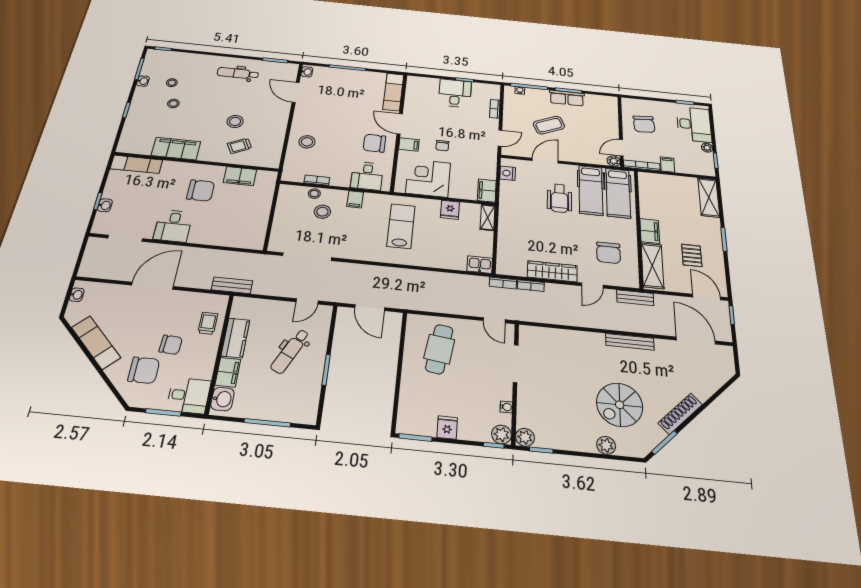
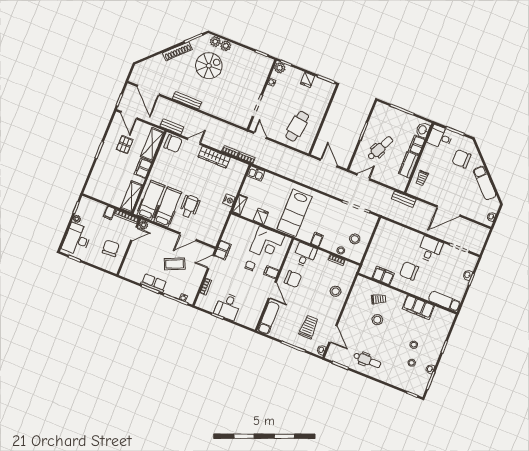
trolley: (333, 93) -> (309, 327), added
nightstand: (508, 173) -> (229, 200), moved
filing cabinet: (487, 191) -> (223, 250), moved
shelving: (709, 197) -> (131, 197), moved
stool: (322, 212) -> (355, 239), moved
lab bench: (401, 226) -> (295, 213), width x1.36, depth x1.39
chair: (608, 253) -> (173, 144), moved, turned 90
chair: (171, 345) -> (445, 170), removed
plant: (525, 437) -> (215, 42), moved

